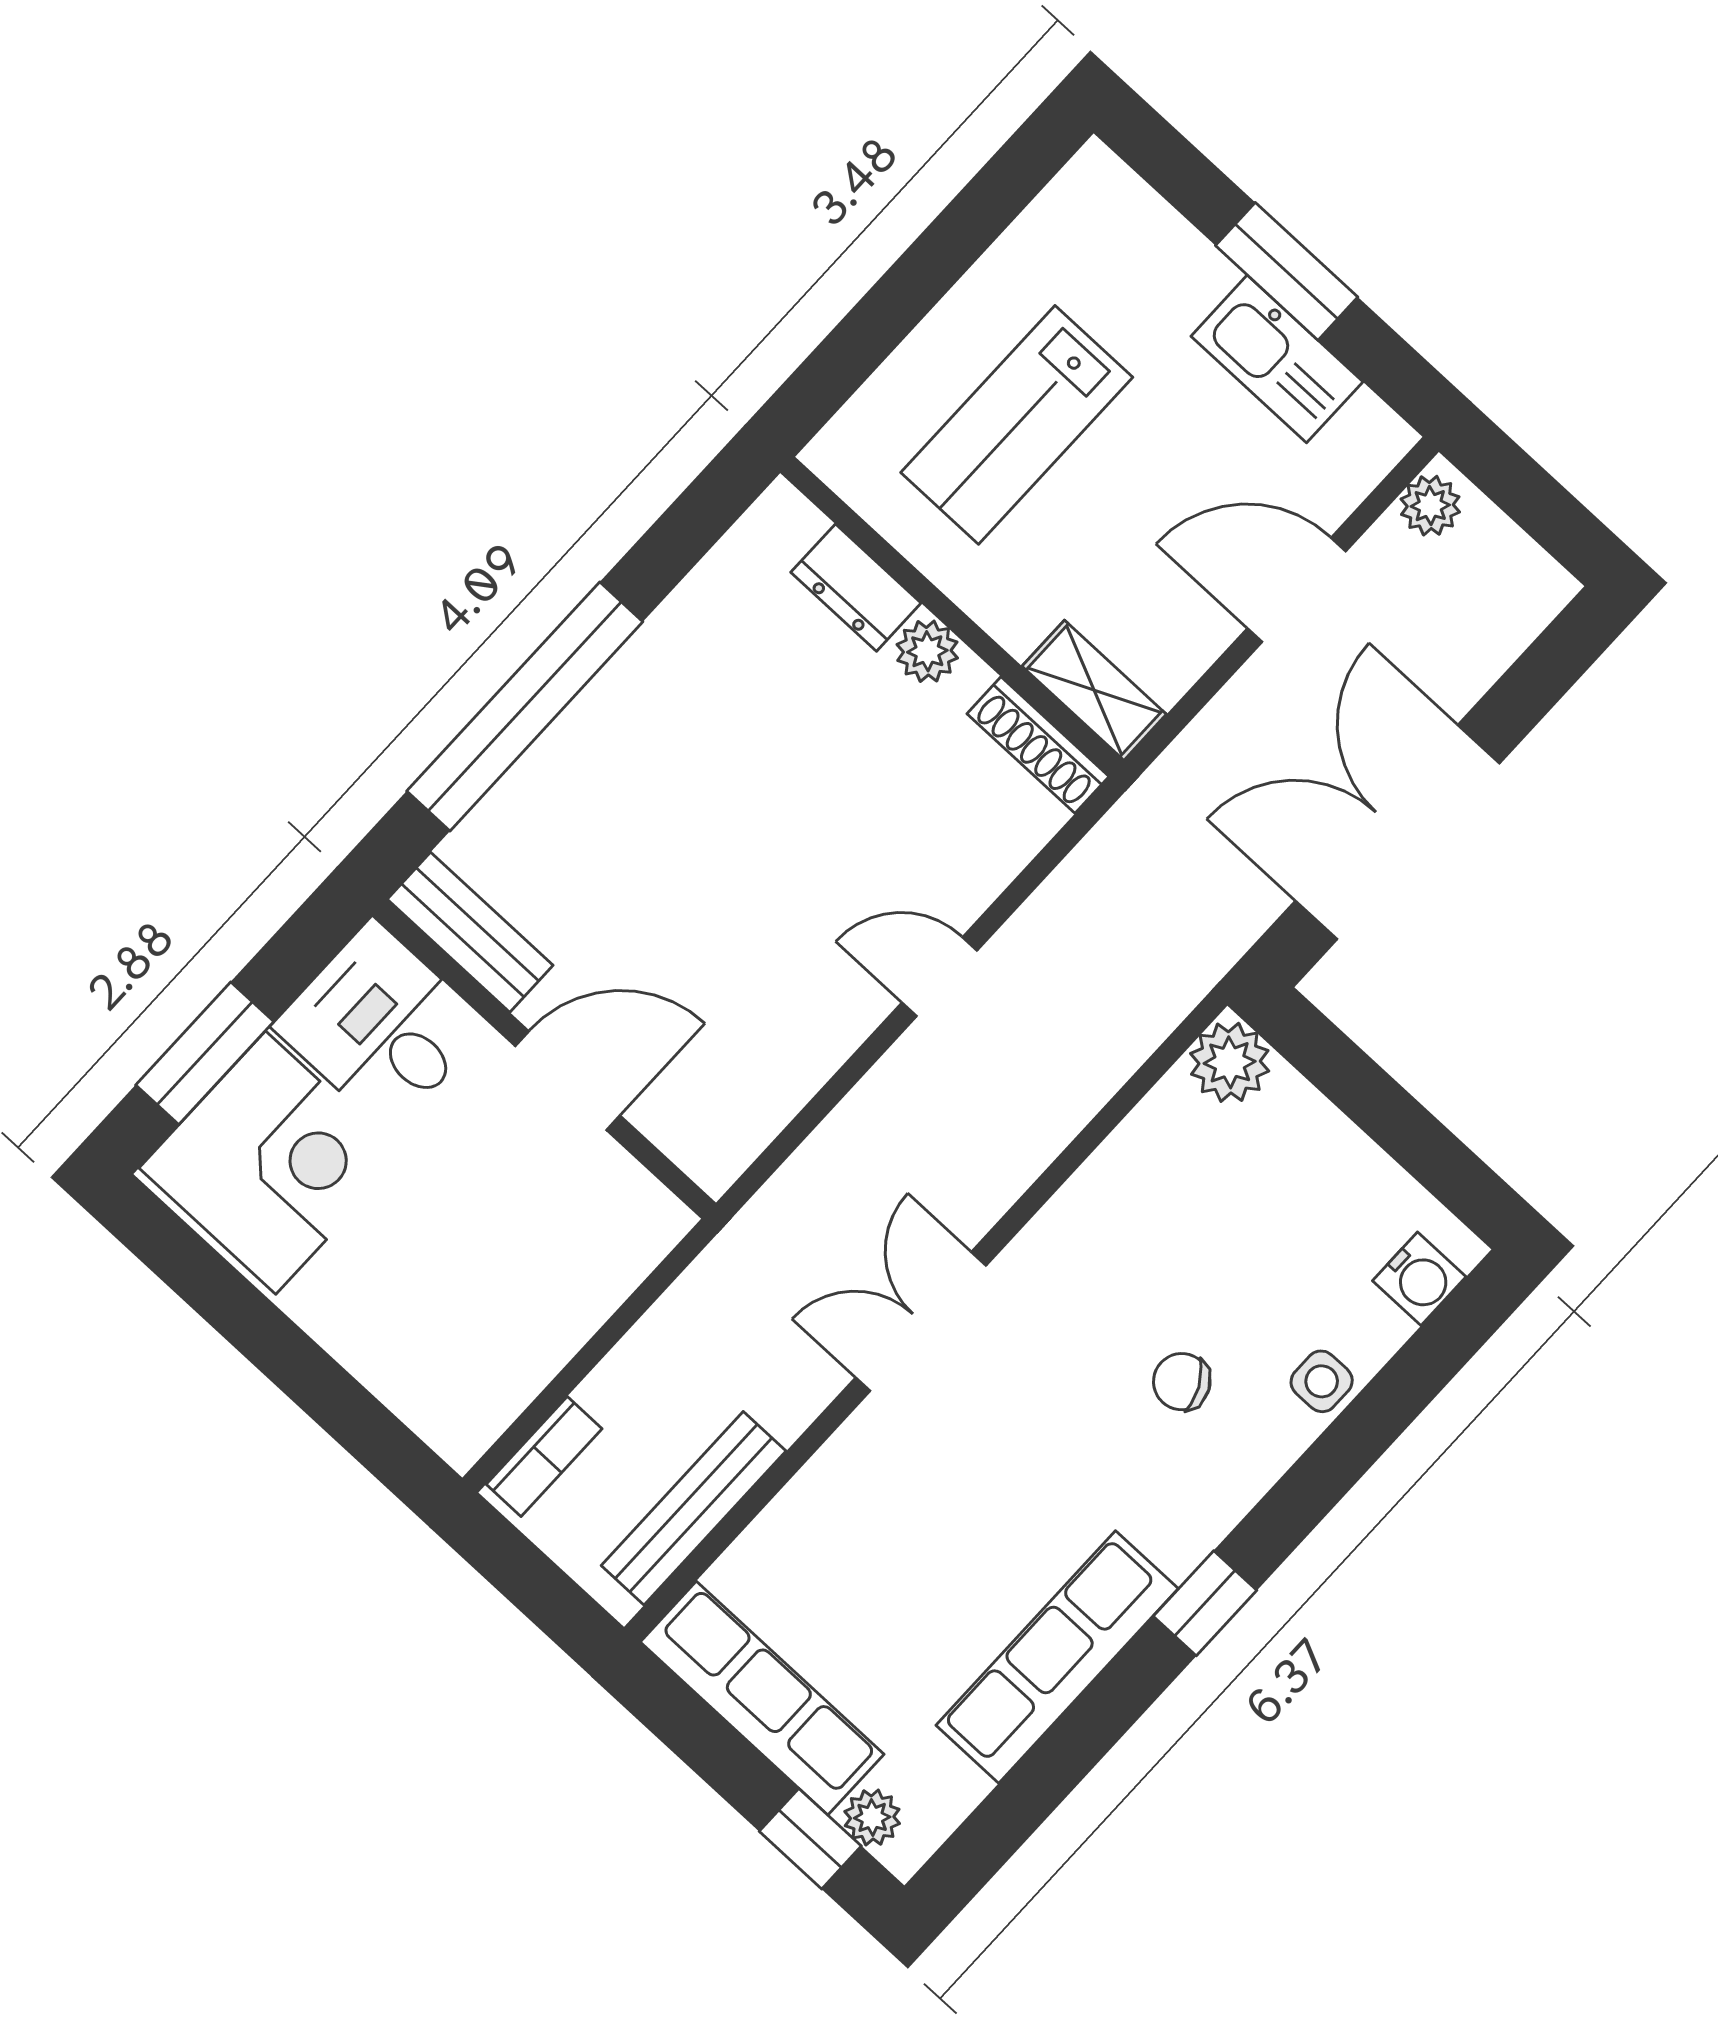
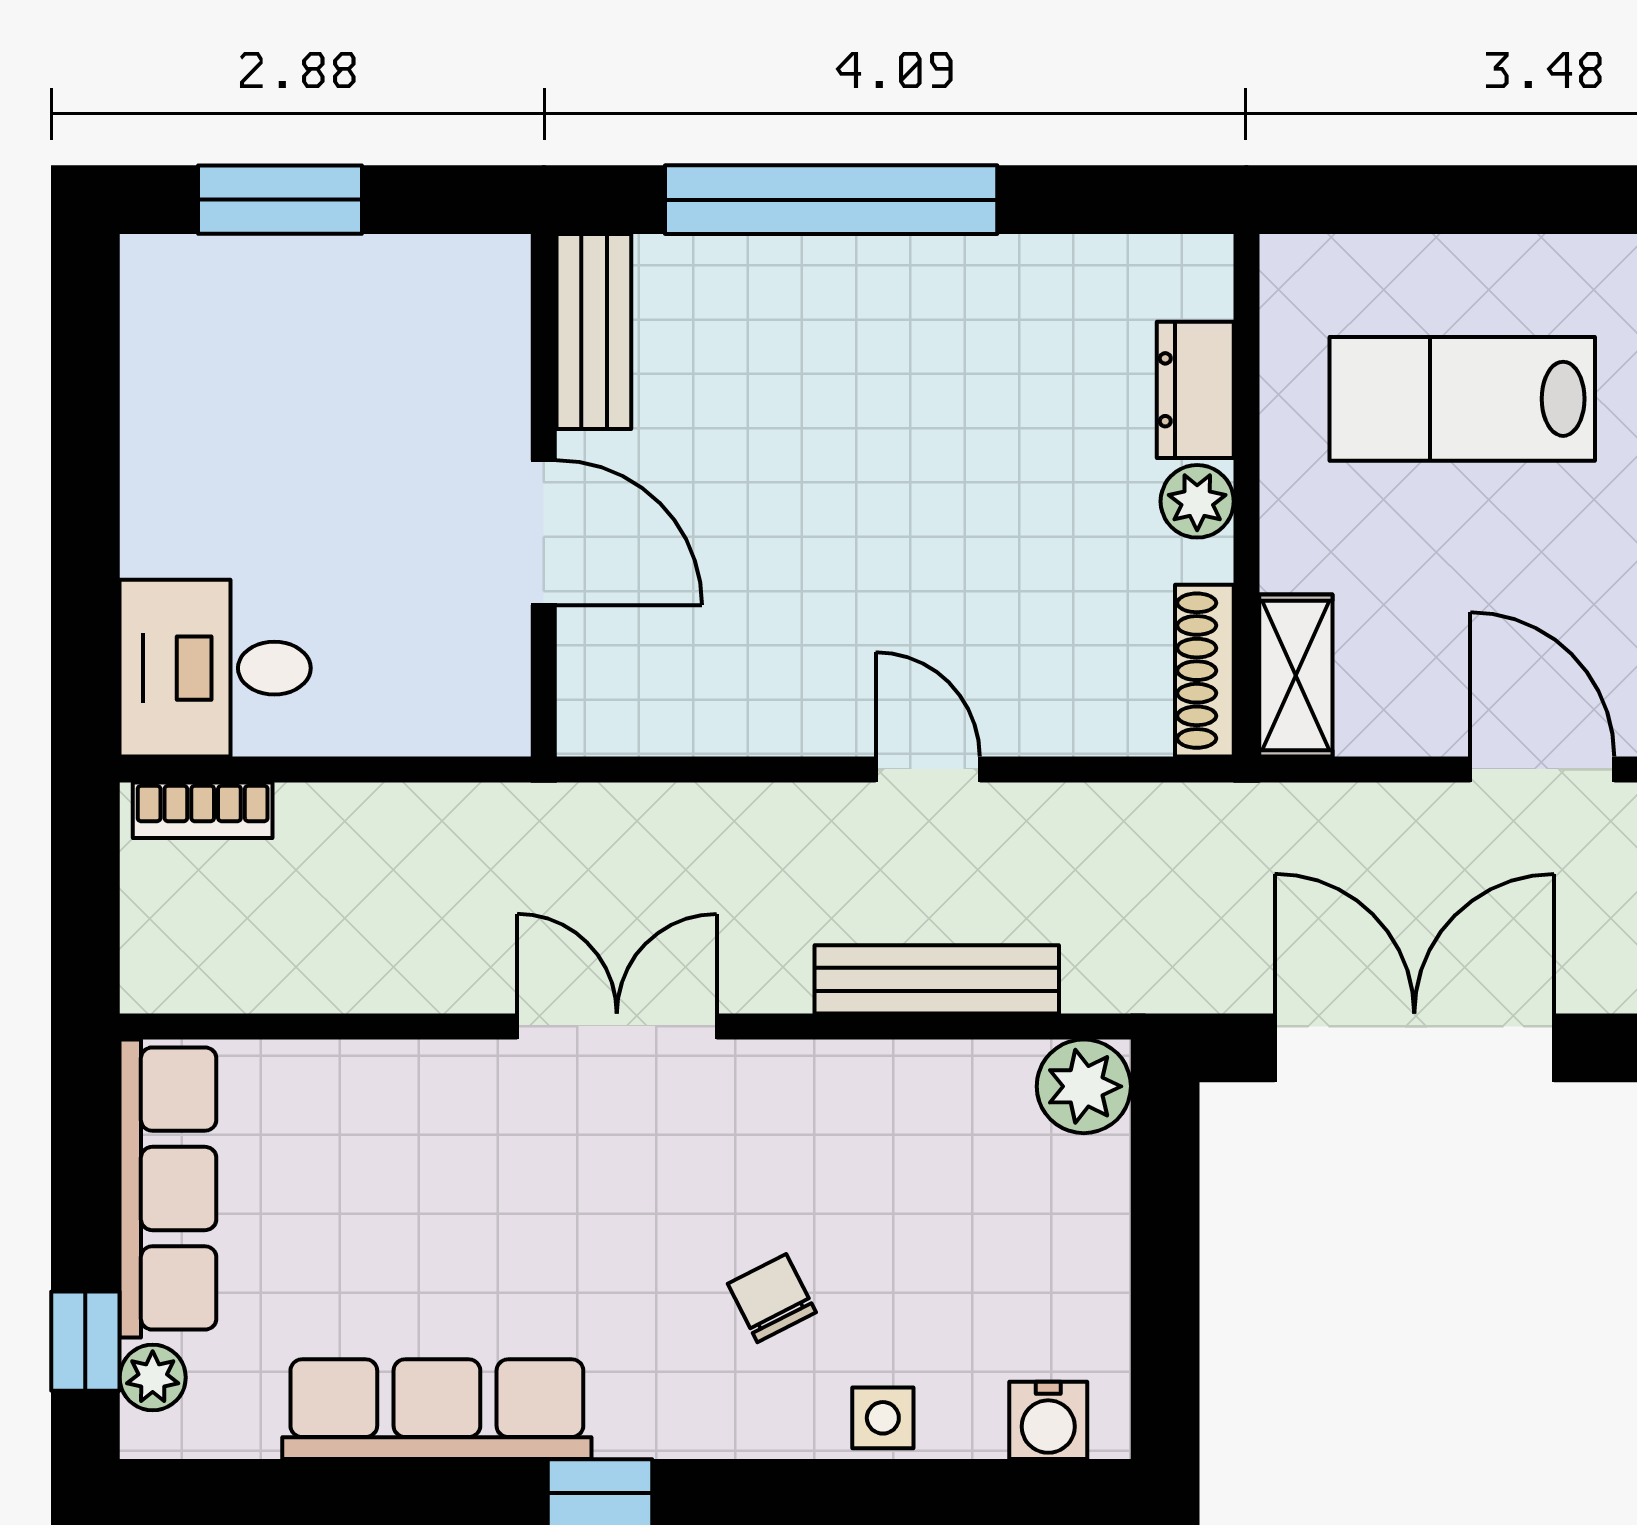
desk: (381, 1026) -> (215, 668), moved, turned -90
corner desk: (271, 1163) -> (238, 343), removed
bench: (694, 1508) -> (937, 979), moved

